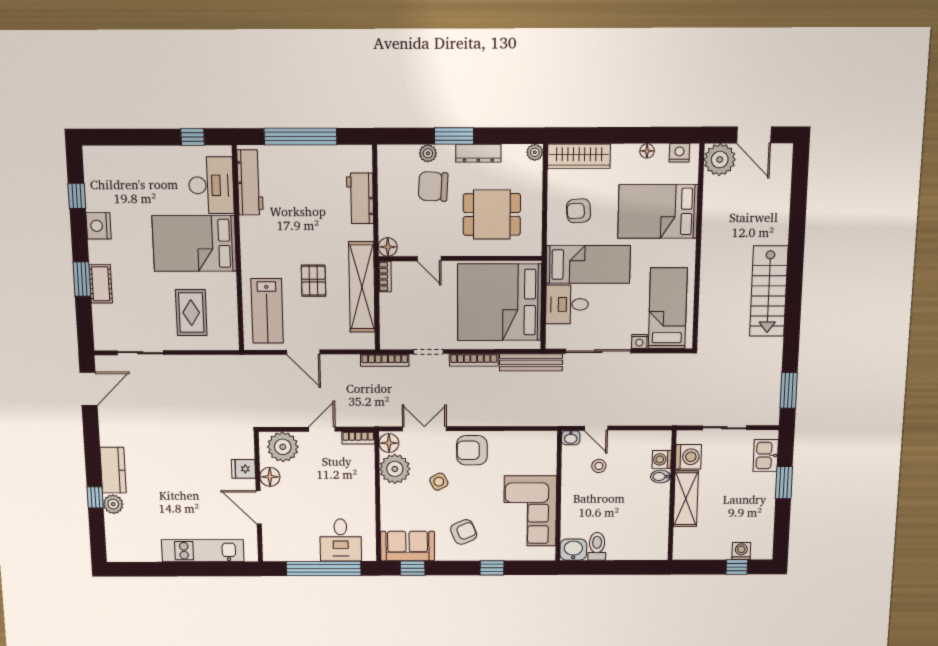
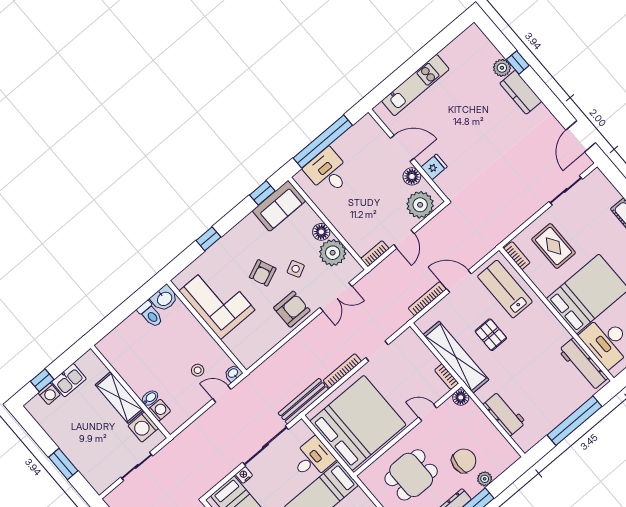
bookcase: (232, 332) -> (517, 256), added
bookcase: (385, 360) -> (427, 299), moved
floor lamp: (389, 443) -> (321, 232), moved
kitchen sink: (766, 455) -> (69, 380), moved, turned 90
armchair: (464, 532) -> (263, 273), moved

